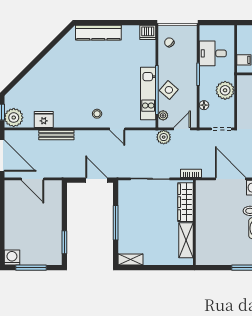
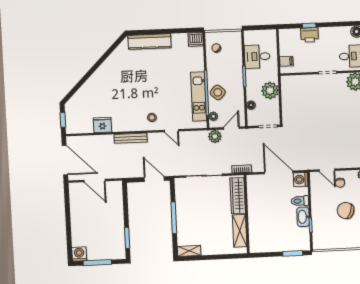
plant: (14, 118) -> (74, 124), removed
bench: (56, 135) -> (131, 138), moved

